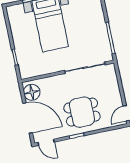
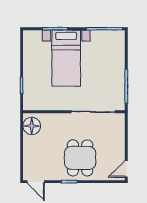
dining table: (82, 112) -> (80, 158), turned 90
door: (28, 118) -> (22, 152), removed

